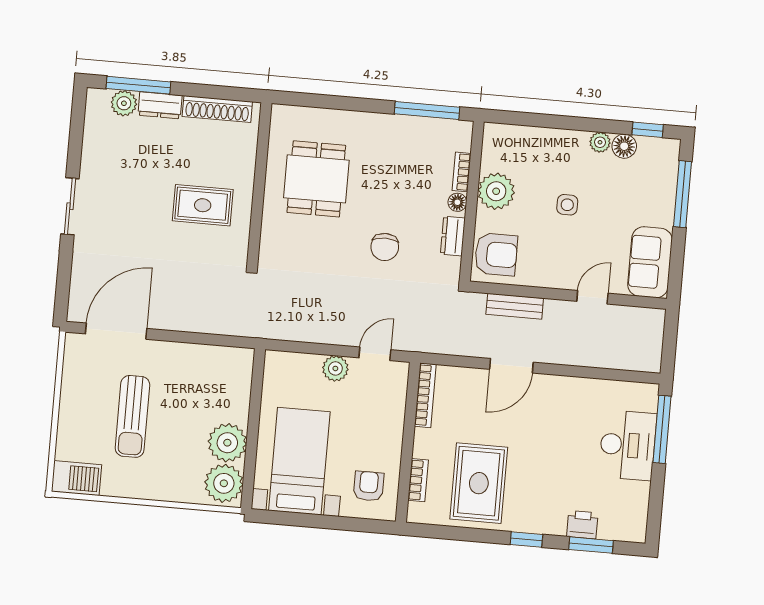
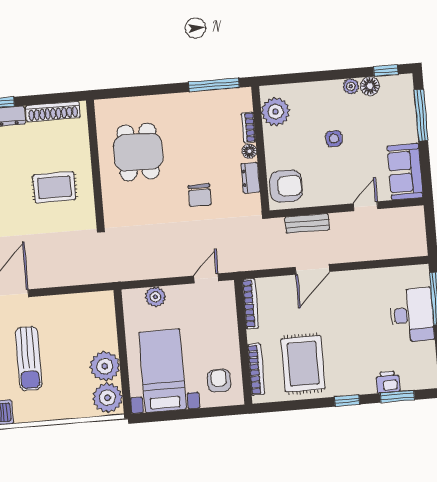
plant: (496, 191) -> (276, 112), moved
plant: (335, 368) -> (155, 297), moved
bookcase: (418, 480) -> (256, 370), width x1.56

